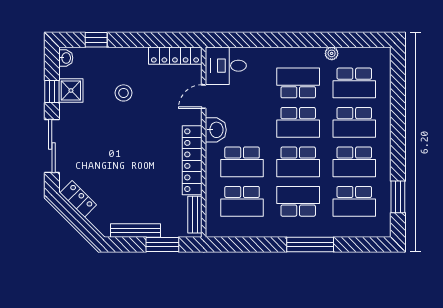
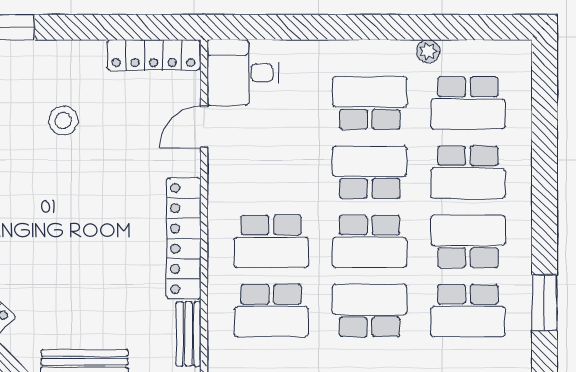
school desk: (298, 122) -> (370, 172), turned 180
washbasin: (216, 130) -> (225, 185), removed
school desk: (354, 162) -> (468, 241), turned 180

